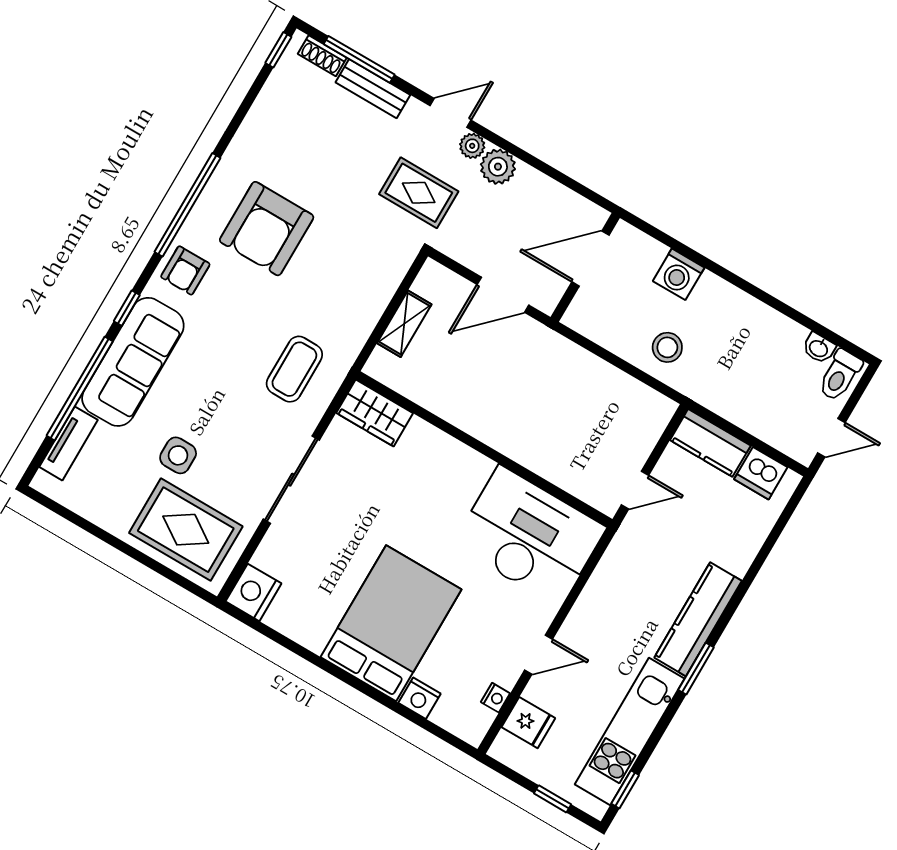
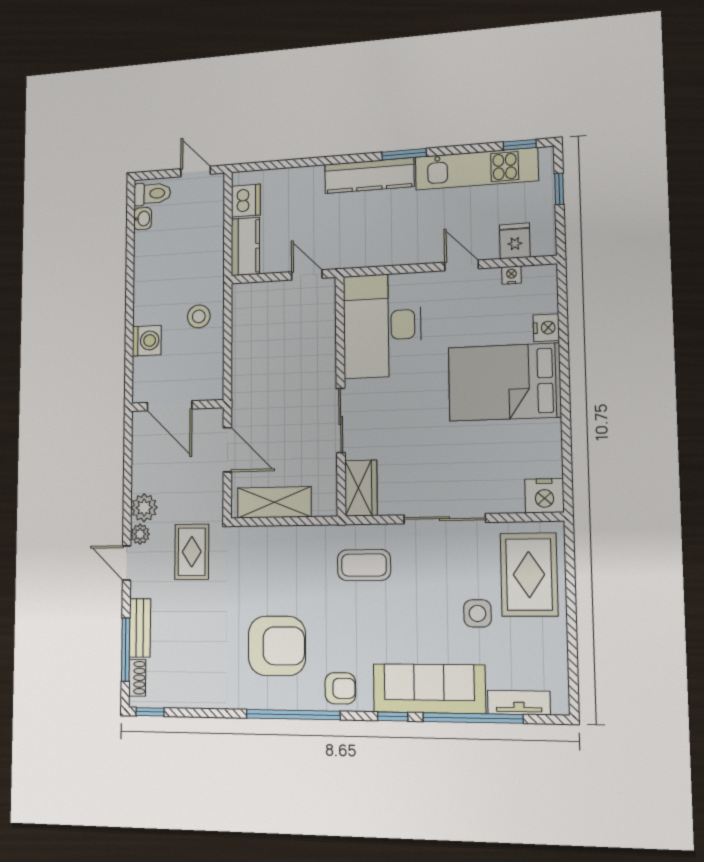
shelving: (404, 324) -> (274, 502), width x1.50, depth x1.33
sliding door: (458, 434) -> (341, 420), added

